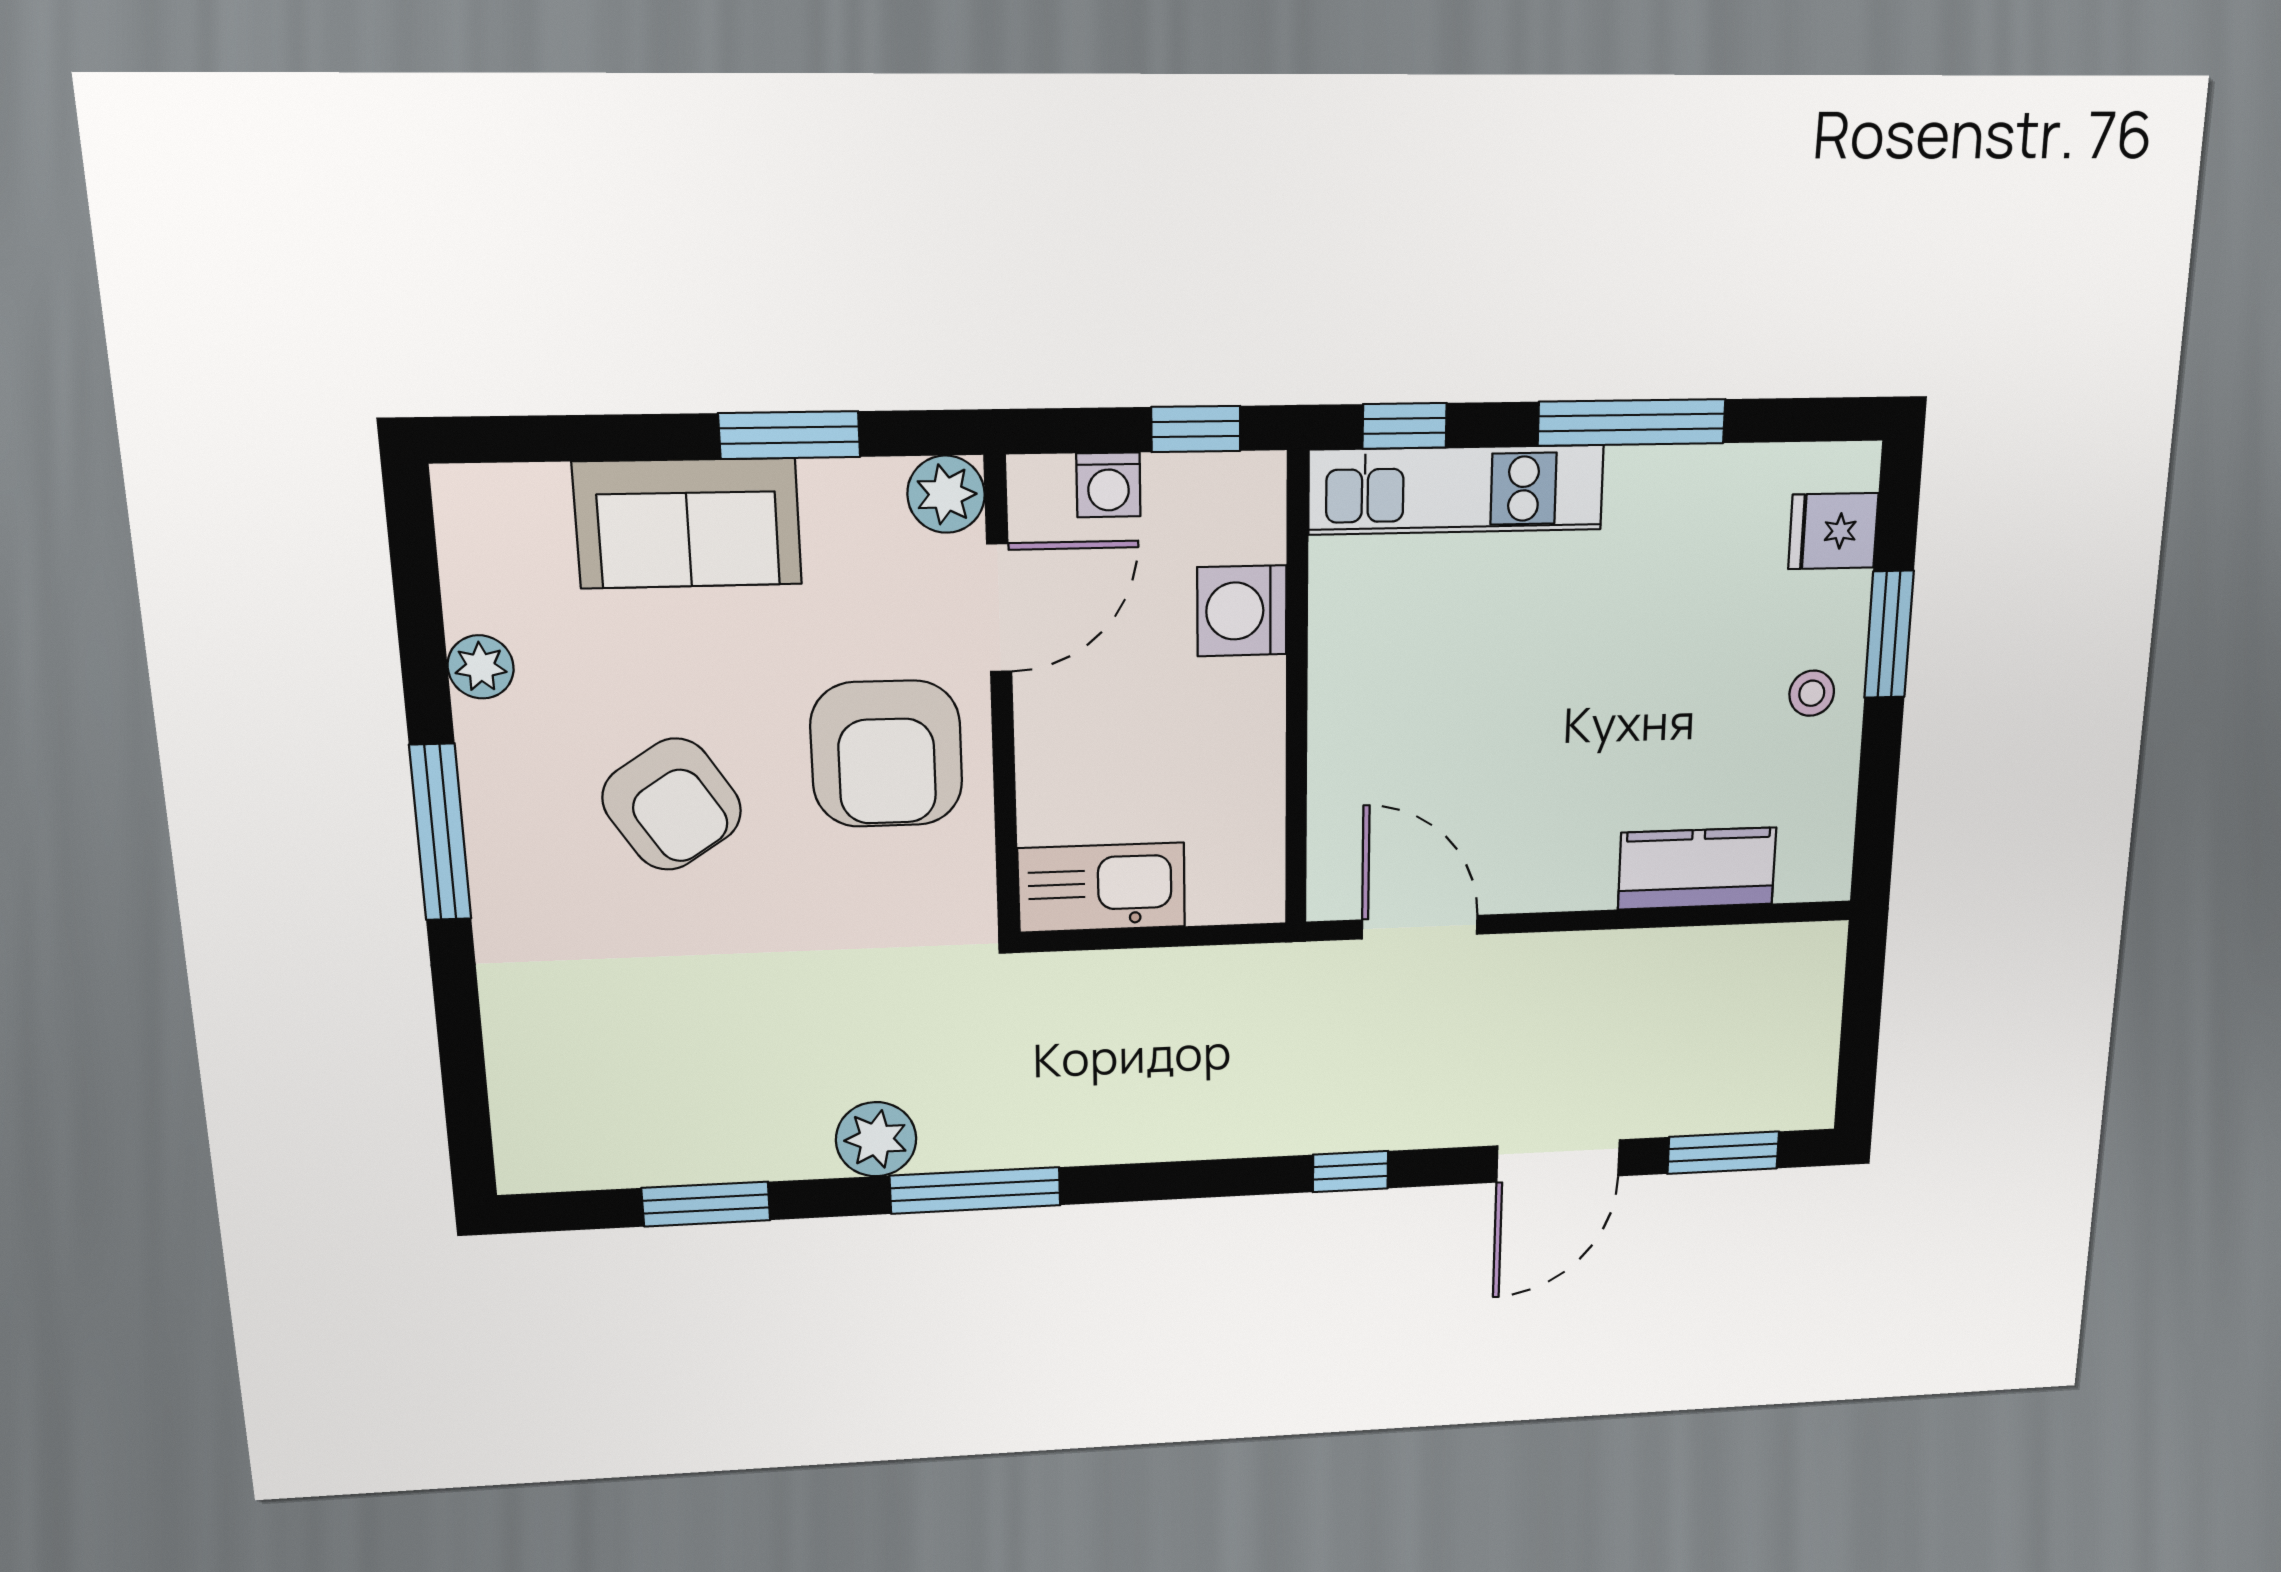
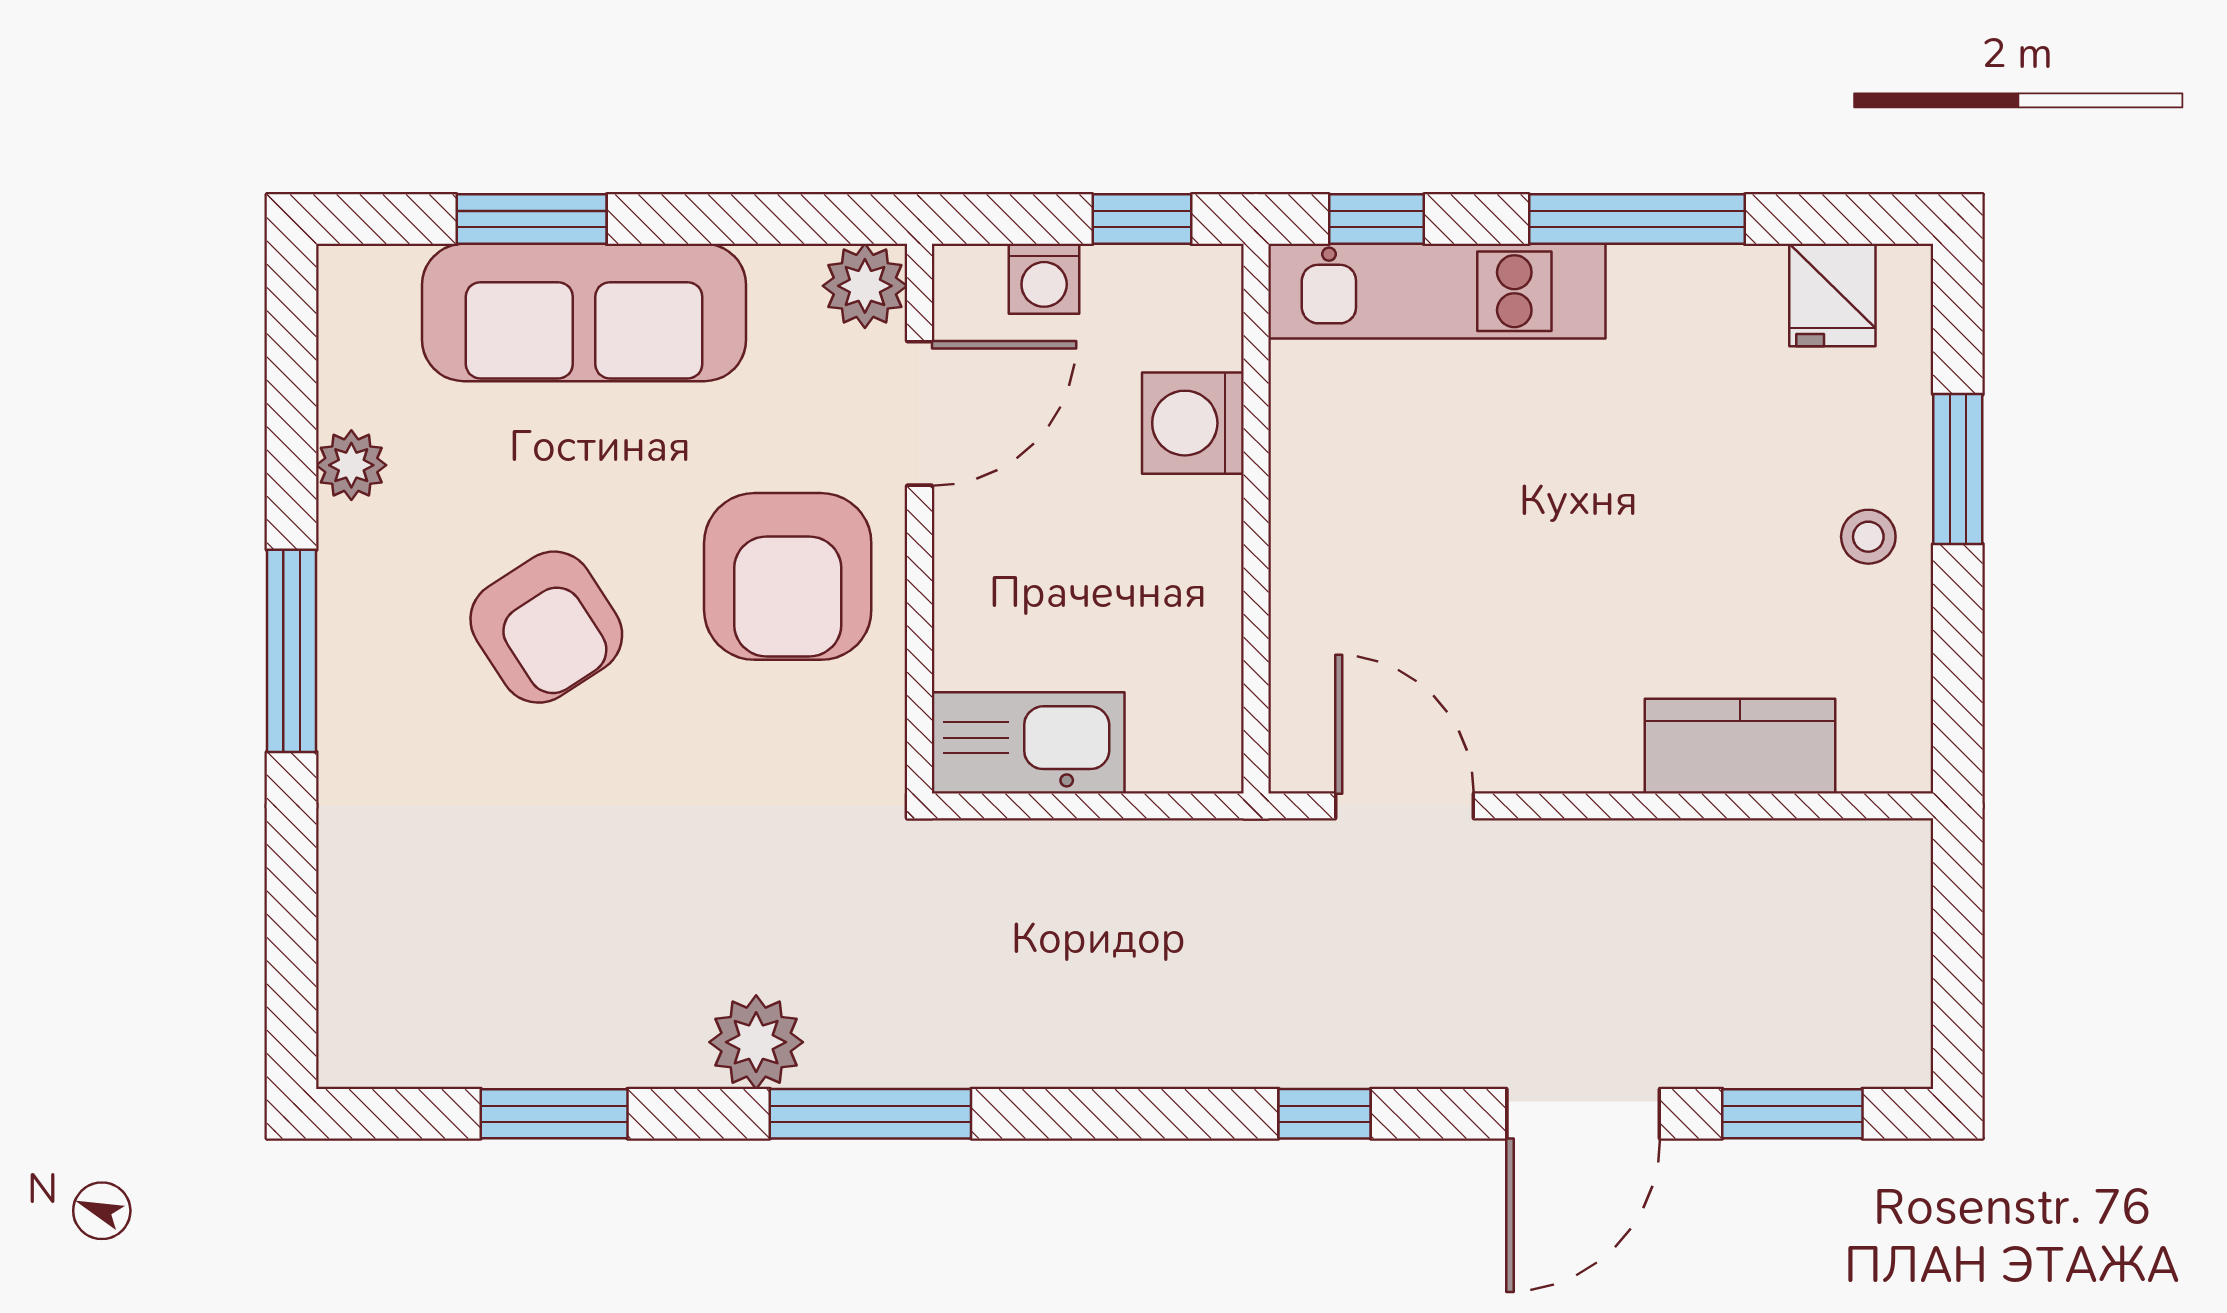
window: (789, 435) -> (532, 219), moved
sofa: (688, 523) -> (584, 312), width x1.36
fridge: (1833, 531) -> (1832, 295), moved, turned -90

